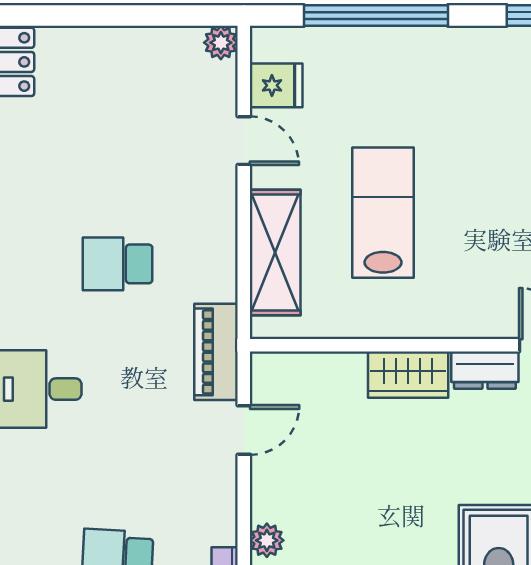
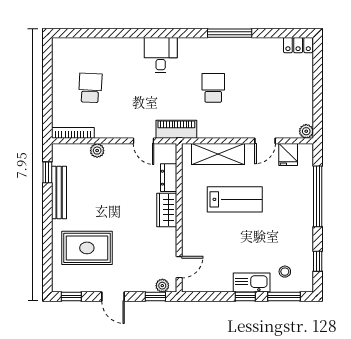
dresser: (485, 370) -> (169, 178), moved

